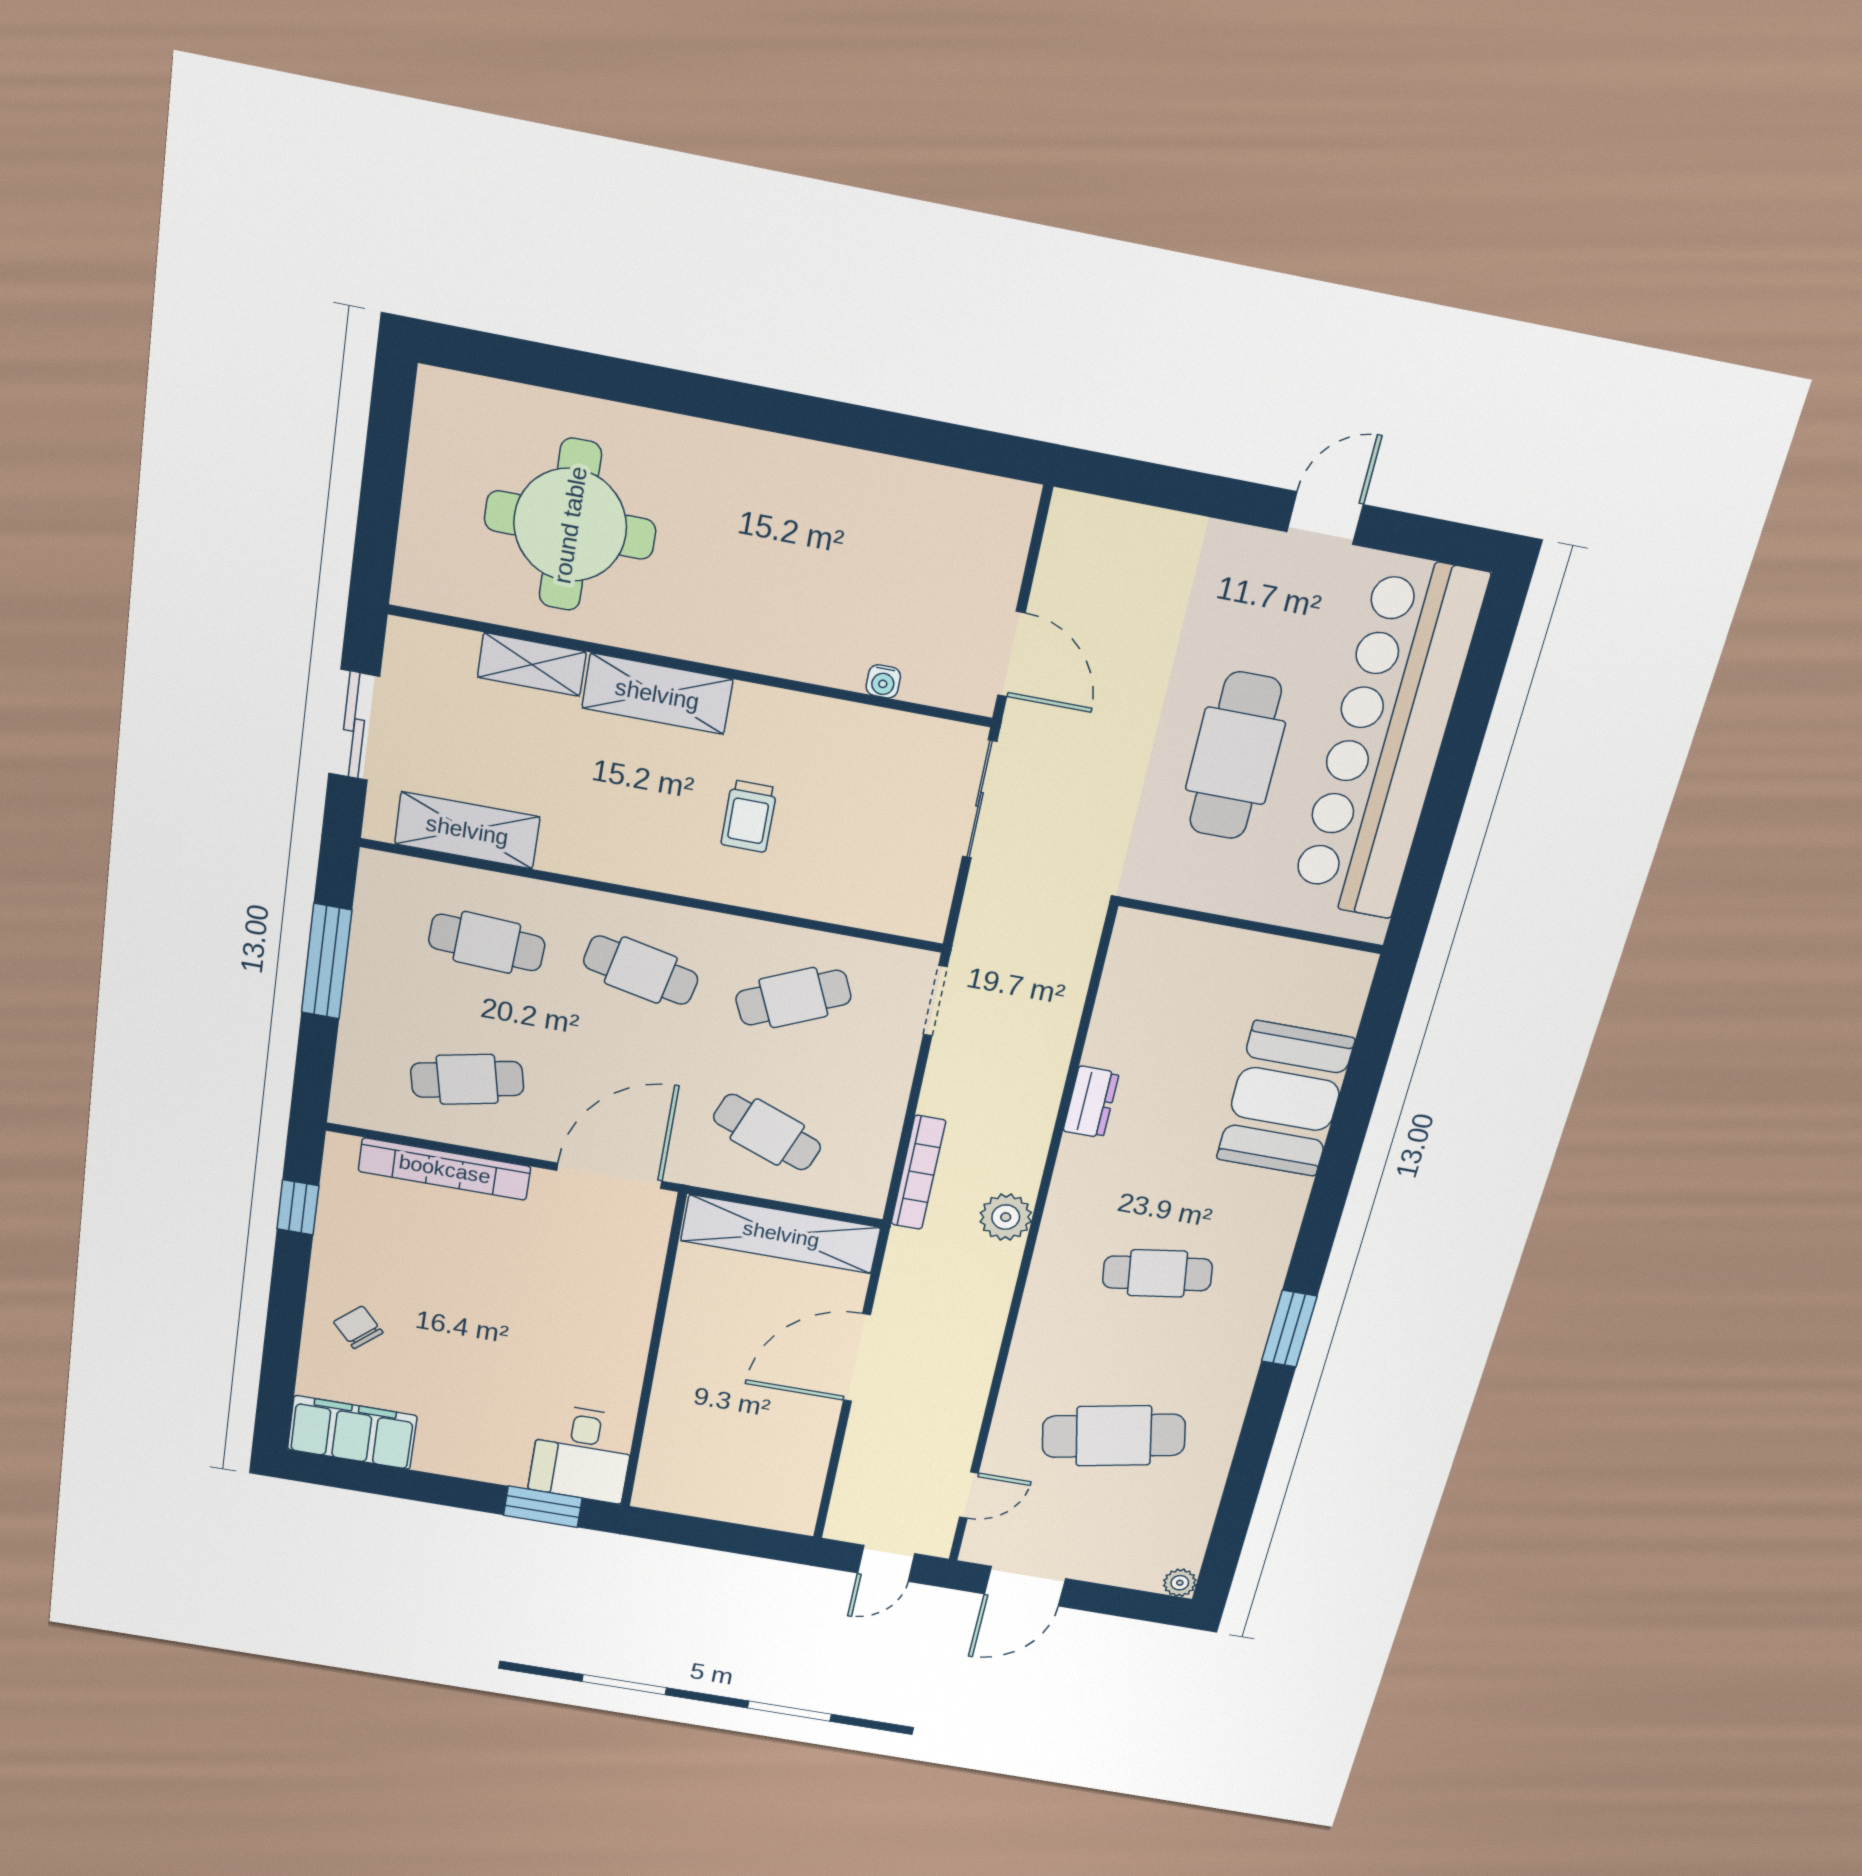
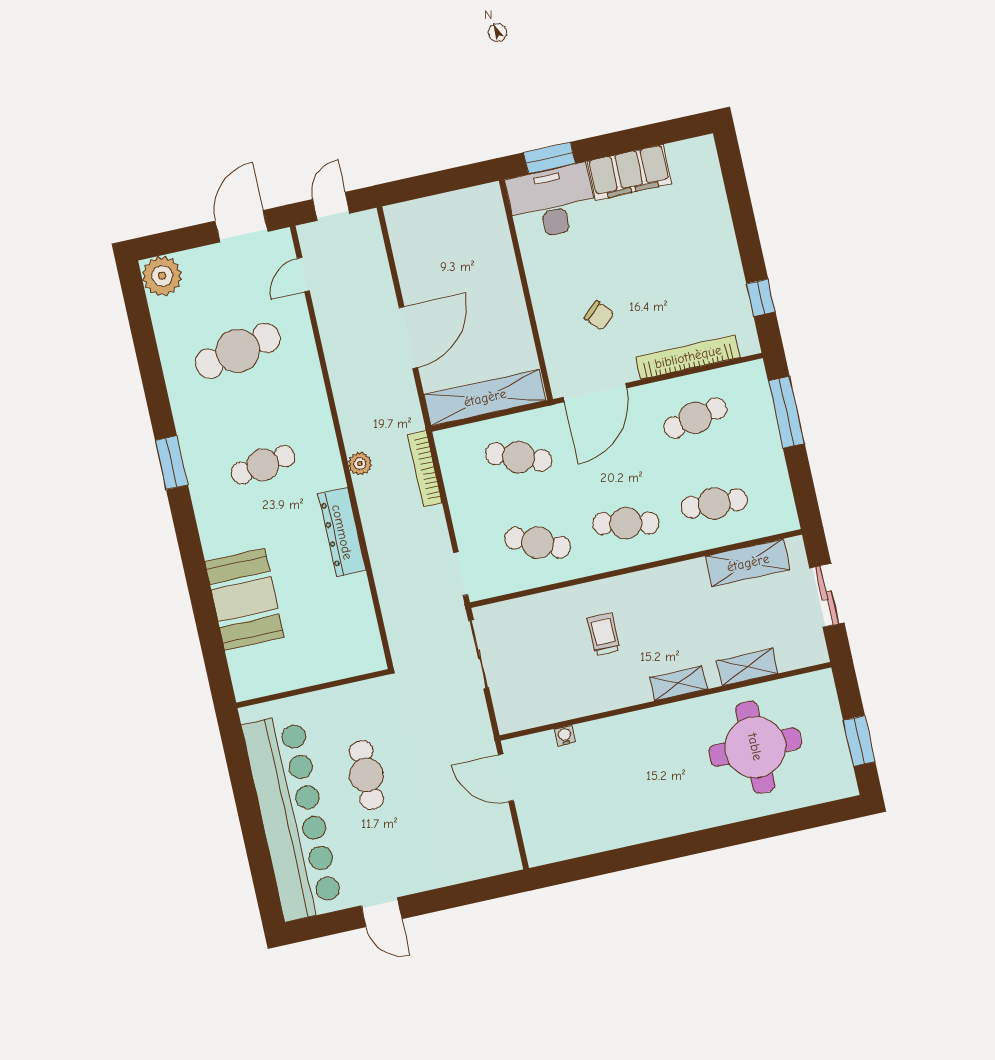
window: (385, 459) -> (859, 741), added
door: (1325, 518) -> (382, 912), hinge flipped
shelving: (657, 694) -> (678, 683), width x0.67, depth x0.75
cafe table: (1235, 756) -> (366, 775), width x0.73, depth x0.74
sliding door: (979, 799) -> (479, 654), moved
window: (327, 961) -> (786, 412), moved
cafe table: (793, 998) -> (538, 543), turned 48
dresser: (1091, 1102) -> (342, 532), width x1.96, depth x1.24
plant: (1006, 1217) -> (360, 464), width x0.73, depth x0.73
chair: (358, 1327) -> (599, 315), moved
filing cabinet: (352, 1432) -> (629, 172), moved
desk: (582, 1454) -> (552, 202), width x1.37
plant: (1180, 1583) -> (162, 276), width x1.88, depth x1.88

